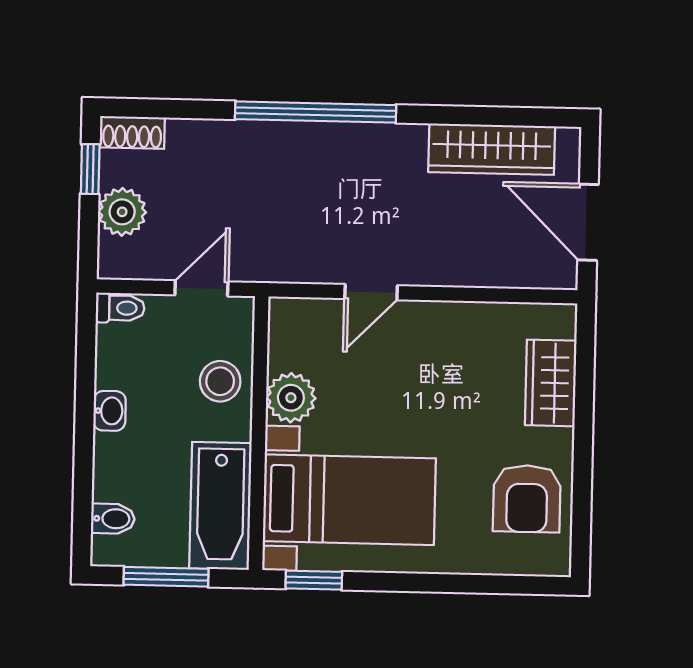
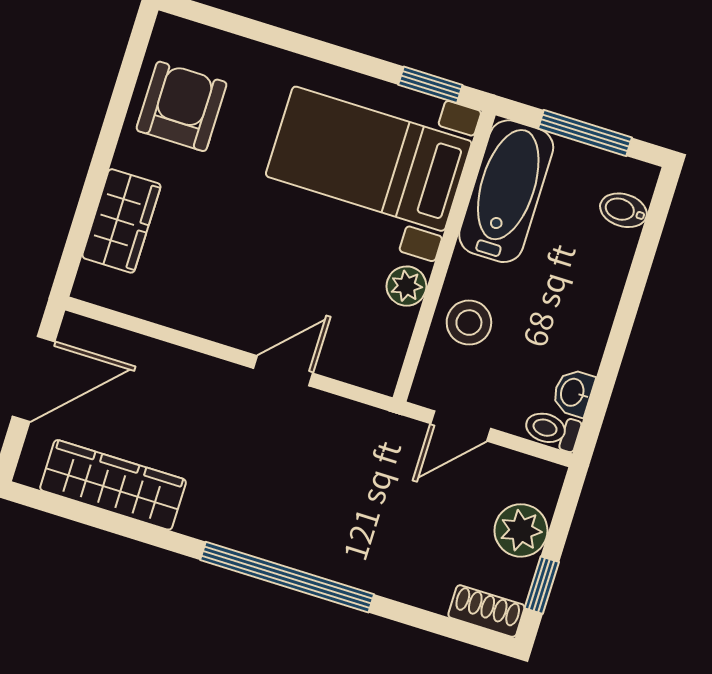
door: (588, 222) -> (34, 379), hinge flipped
plant: (291, 398) -> (406, 286), width x0.73, depth x0.73
washbasin: (110, 411) -> (573, 393), moved

